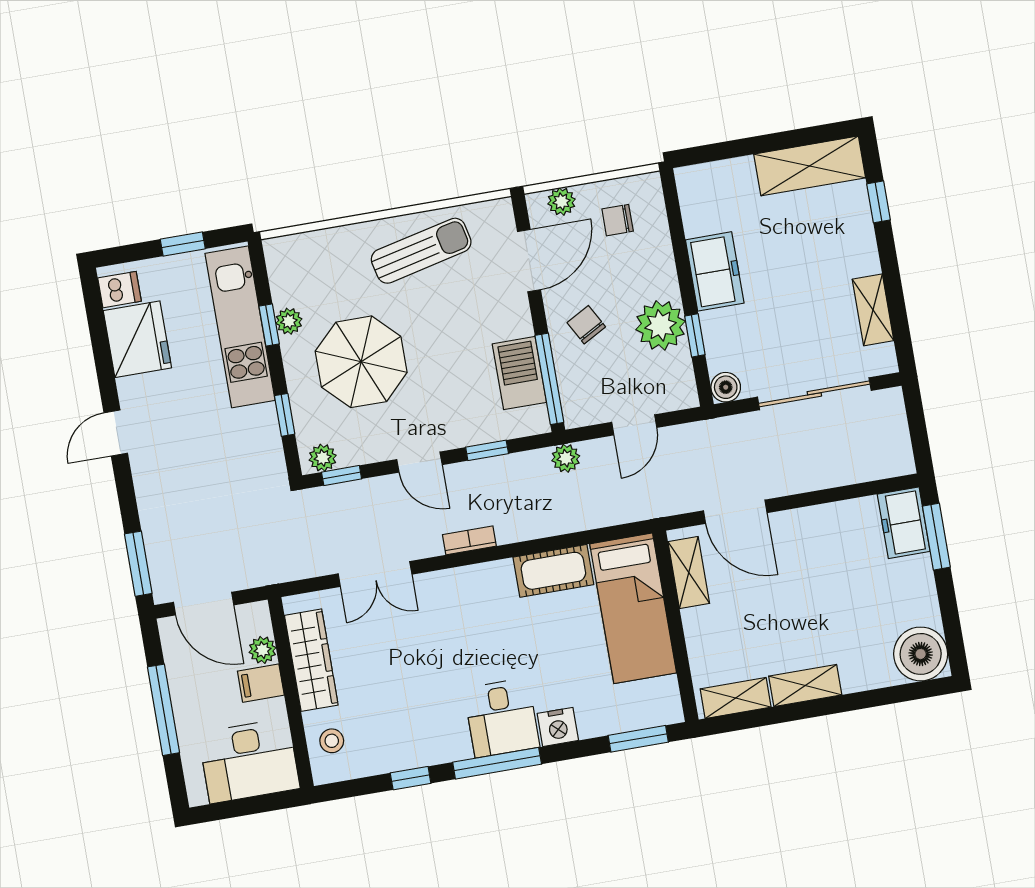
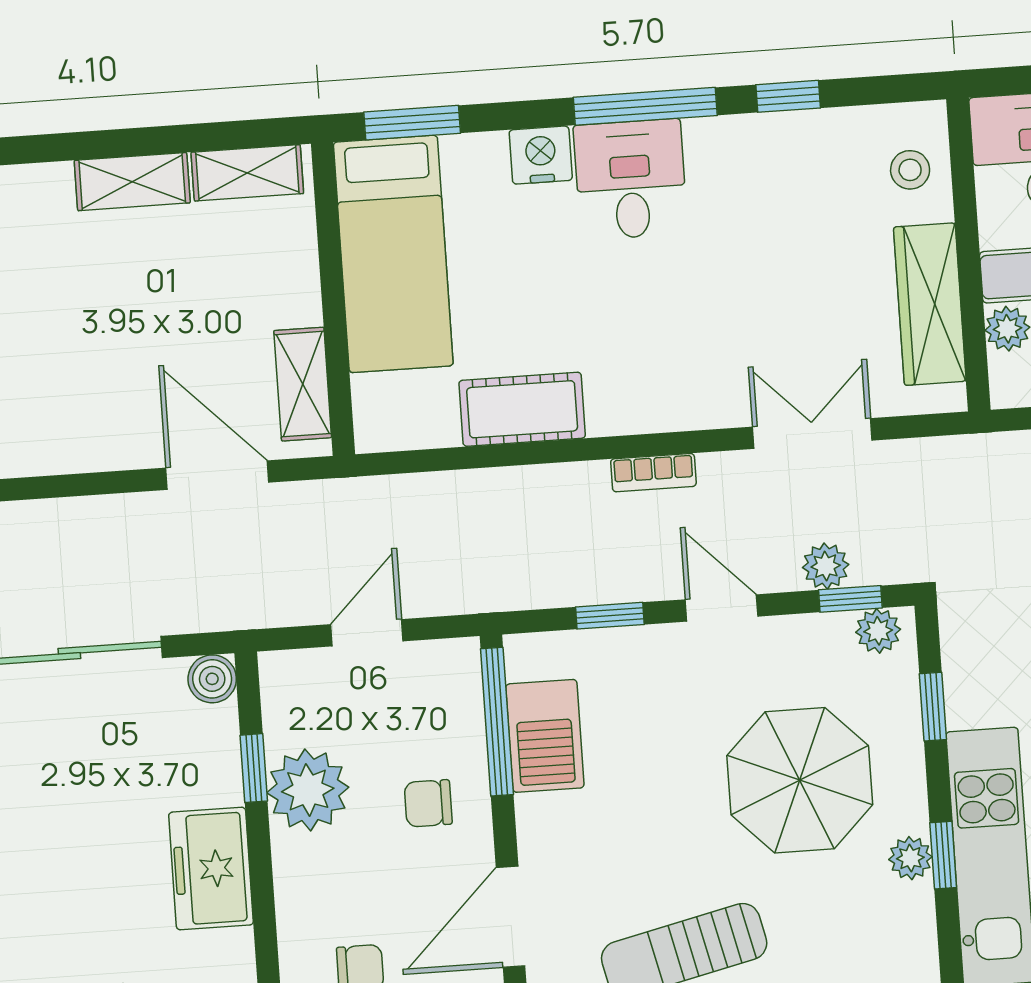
chair: (586, 325) -> (428, 803), turned 119
plant: (566, 458) -> (826, 566), moved
bed: (633, 608) -> (393, 254), moved, turned 180

